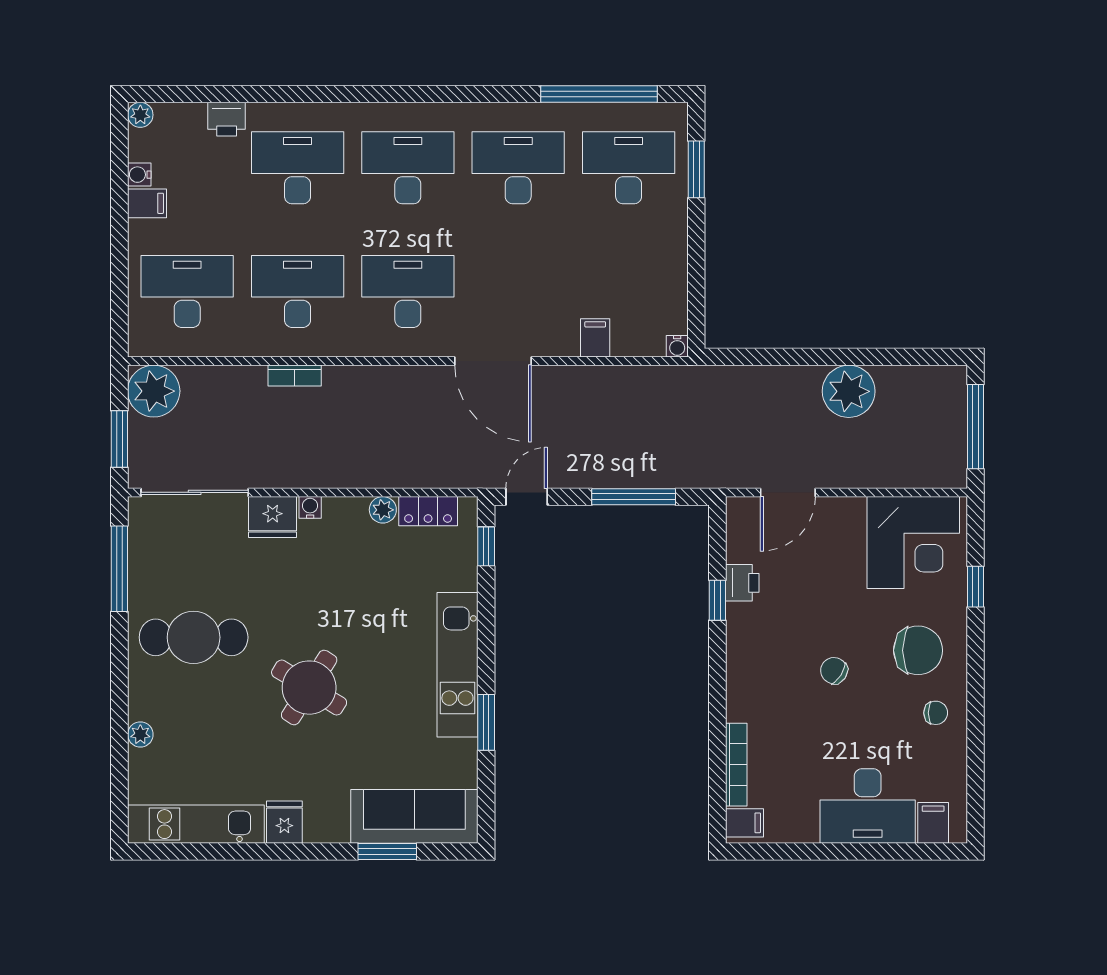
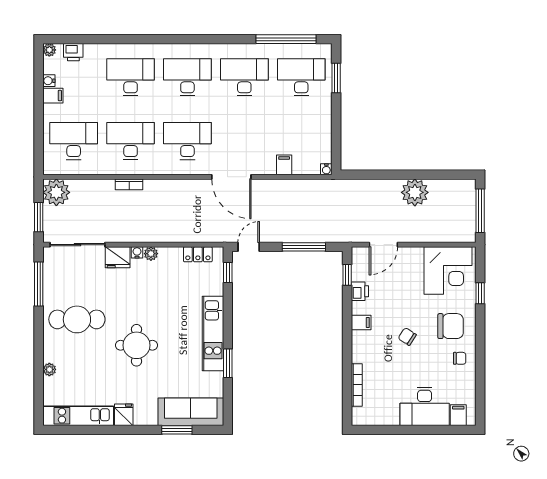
printer: (227, 119) -> (73, 52), moved
plant: (383, 510) -> (151, 254), moved
window: (717, 600) -> (347, 275), moved
round table: (309, 688) -> (136, 345), turned -32
filing cabinet: (744, 823) -> (361, 323), moved

